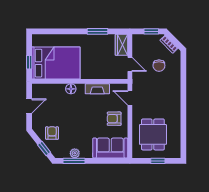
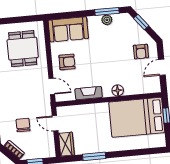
armchair: (52, 133) -> (141, 52), moved
window: (158, 161) -> (14, 20), removed

